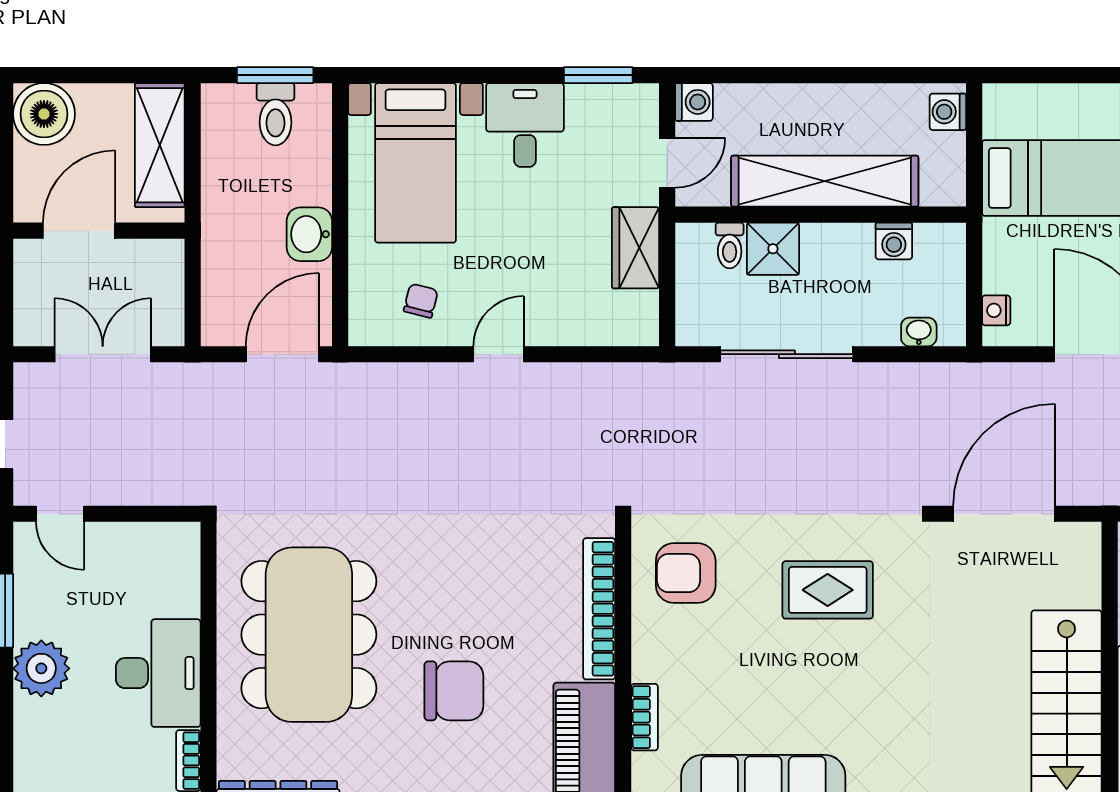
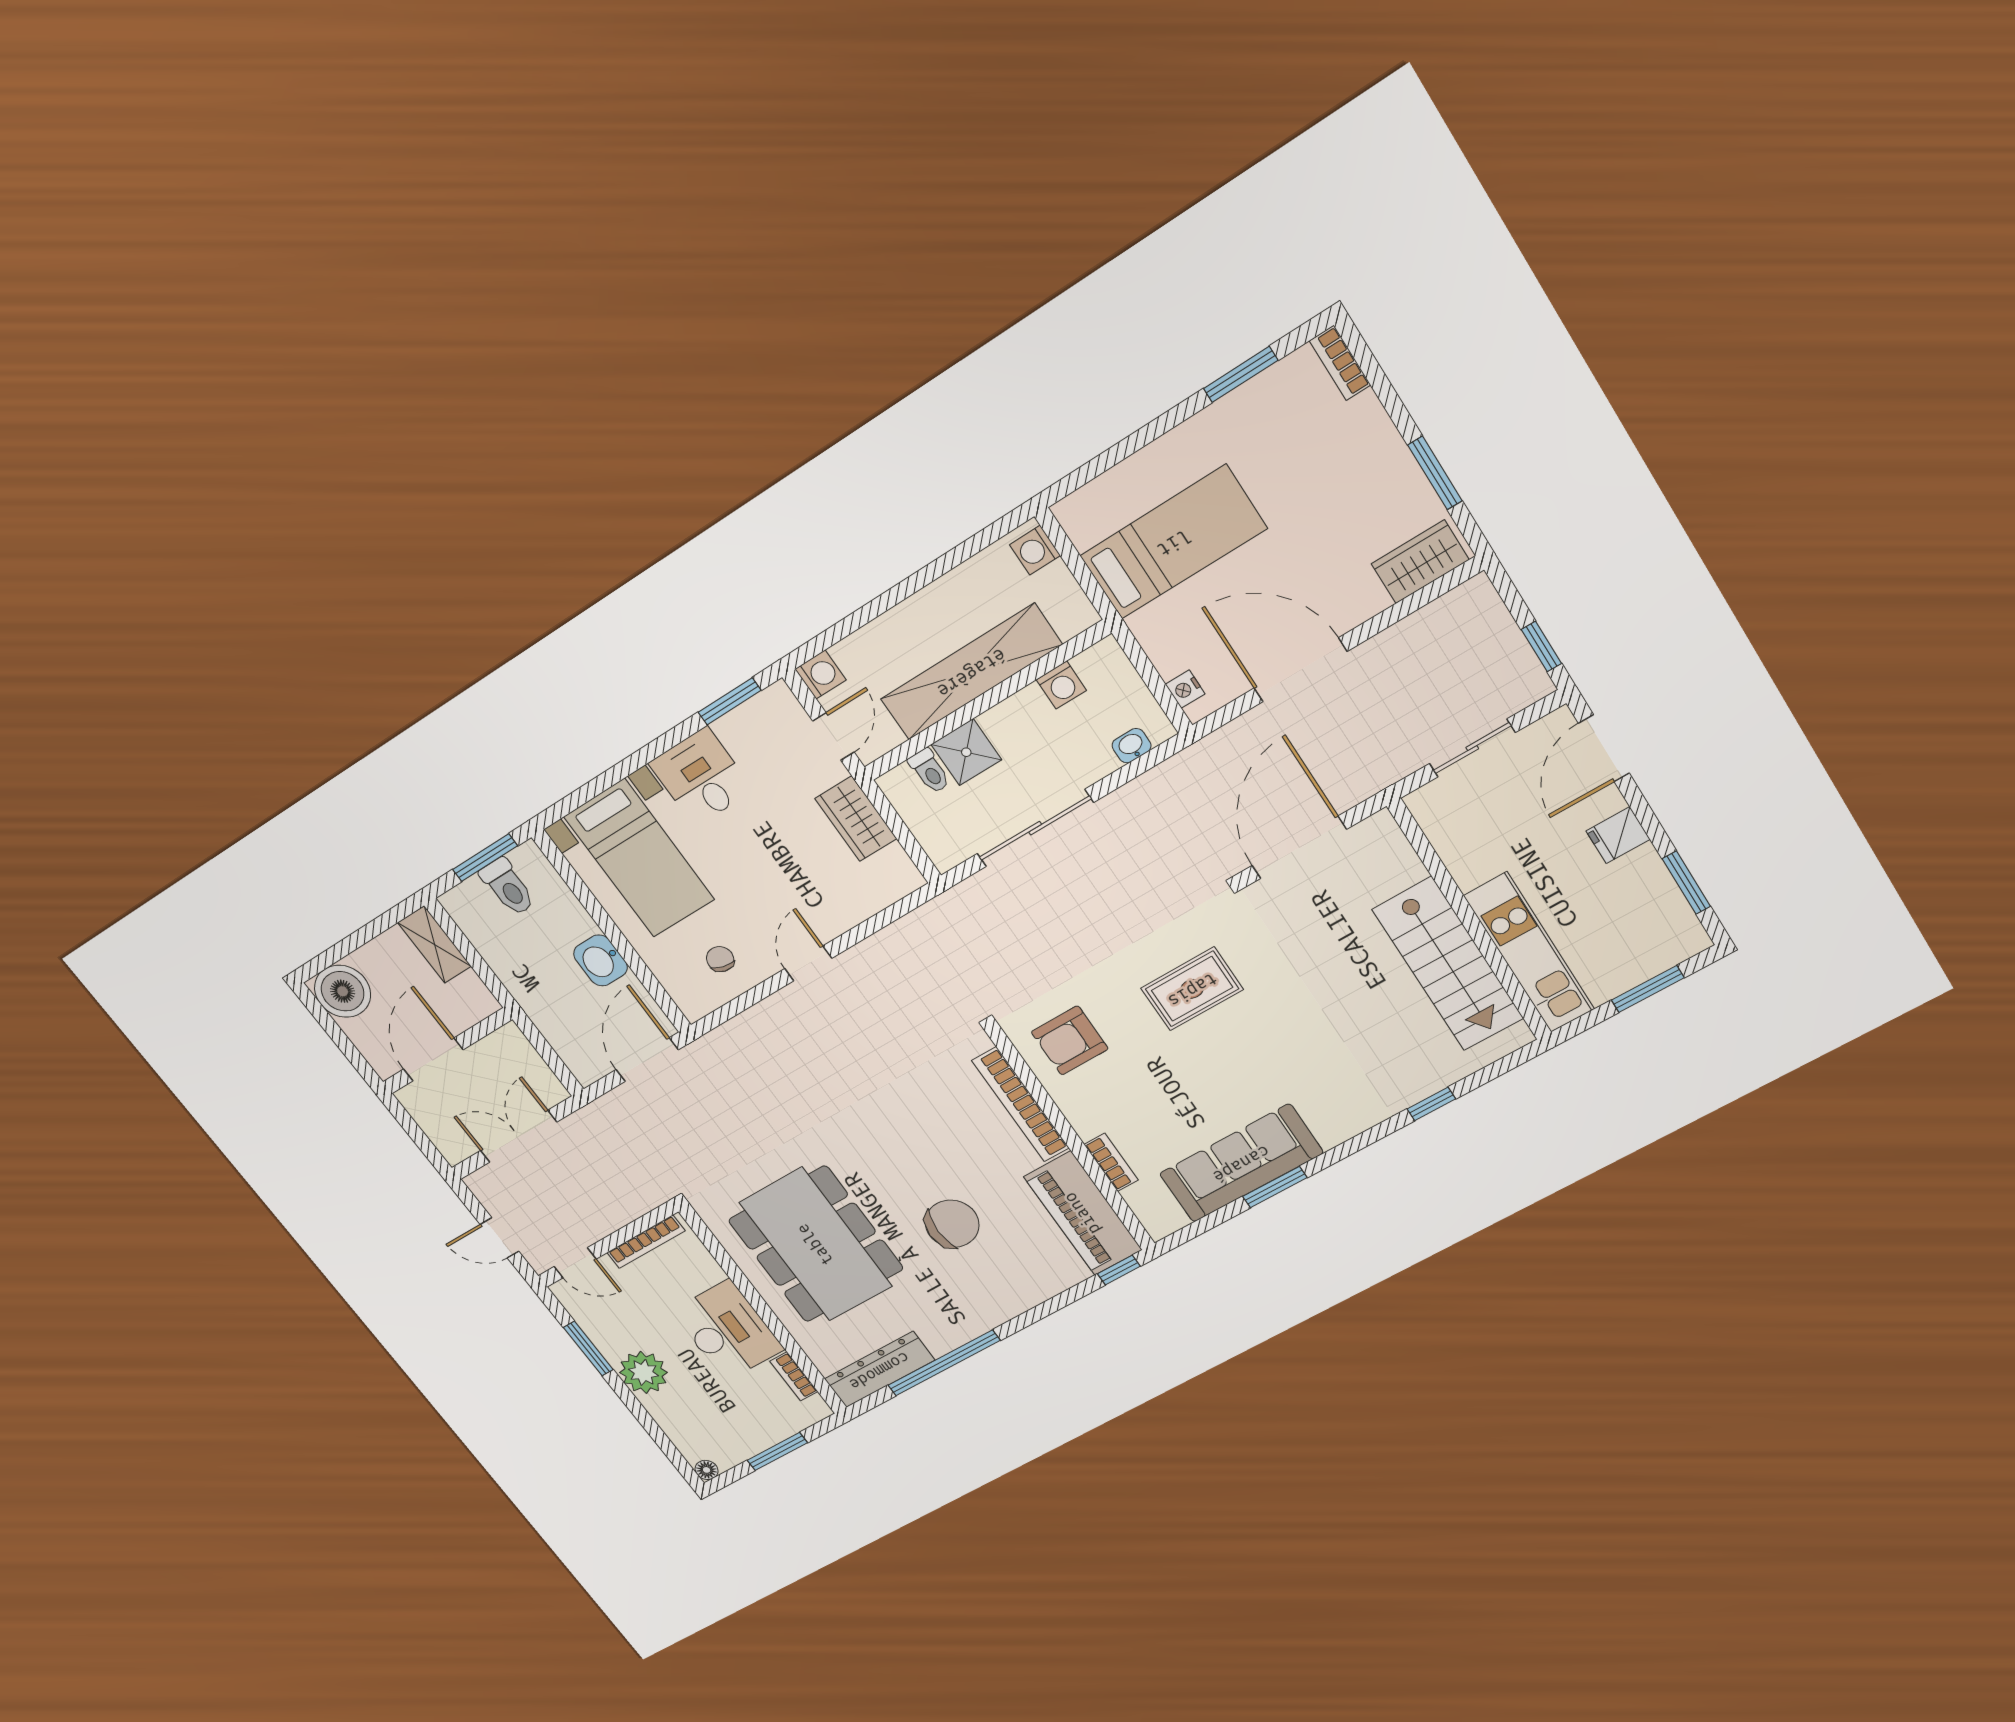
shelving: (160, 145) -> (435, 945), width x0.67, depth x0.75
bookcase: (146, 534) -> (646, 1242), added

